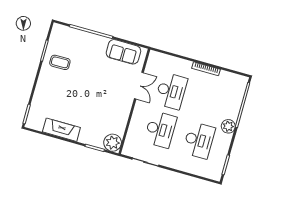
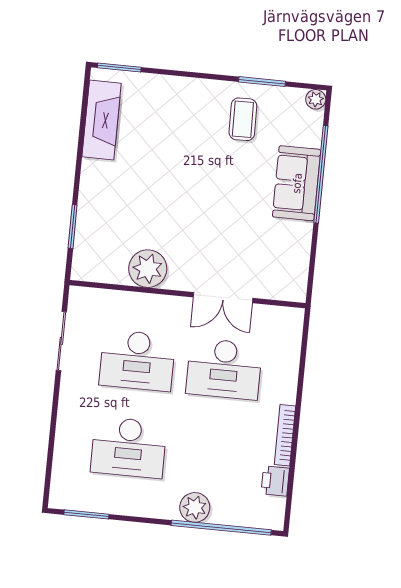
plant: (57, 28) -> (316, 99), added
sofa: (123, 52) -> (297, 183), moved
printer: (226, 77) -> (275, 481), added
plant: (228, 126) -> (195, 507), moved
fireplace: (61, 130) -> (102, 120), moved
plant: (113, 143) -> (148, 269), moved

